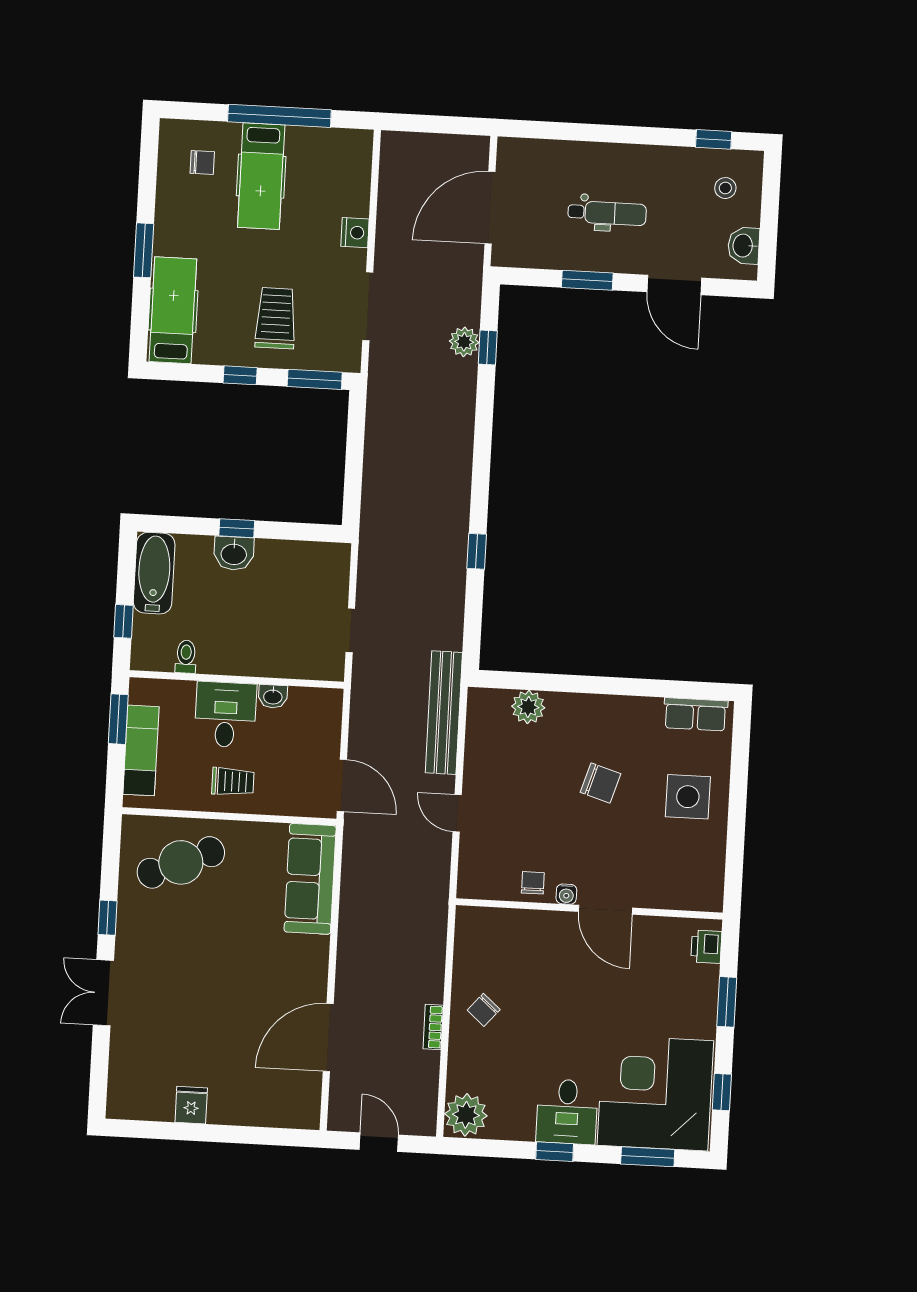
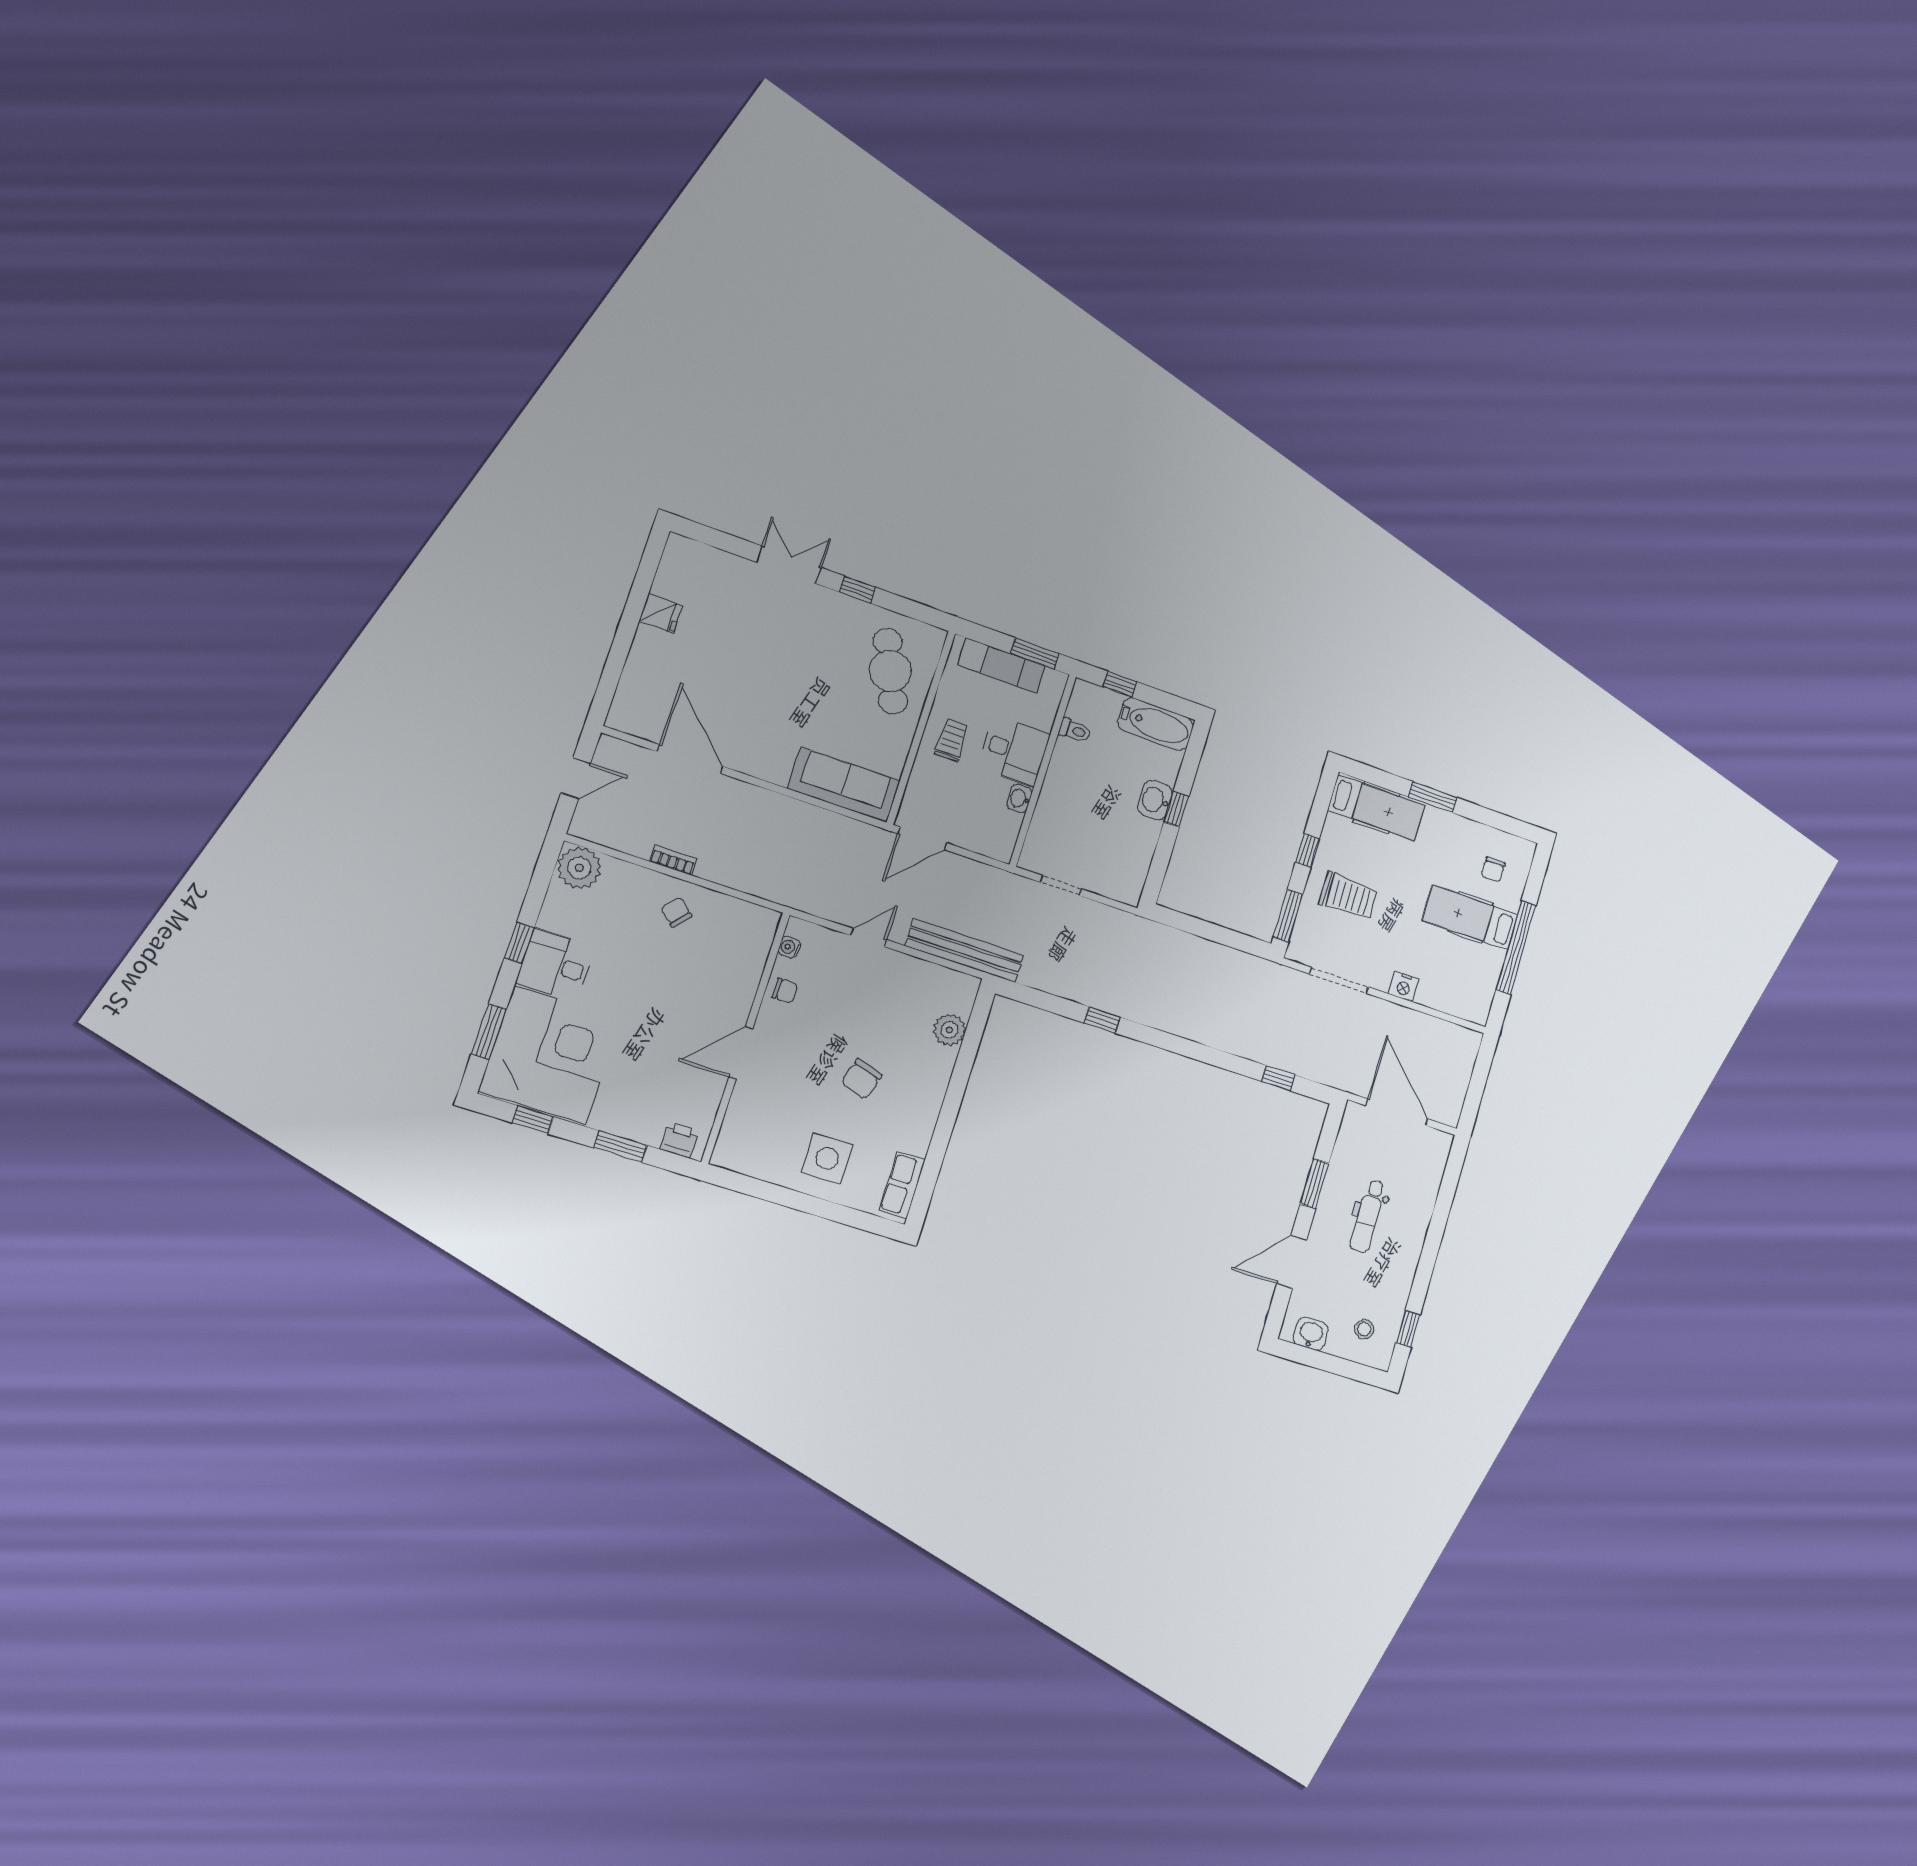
plant: (464, 342) -> (1288, 1058), removed
trolley: (233, 782) -> (952, 740), turned 180
water cooler: (566, 894) -> (789, 947), moved

